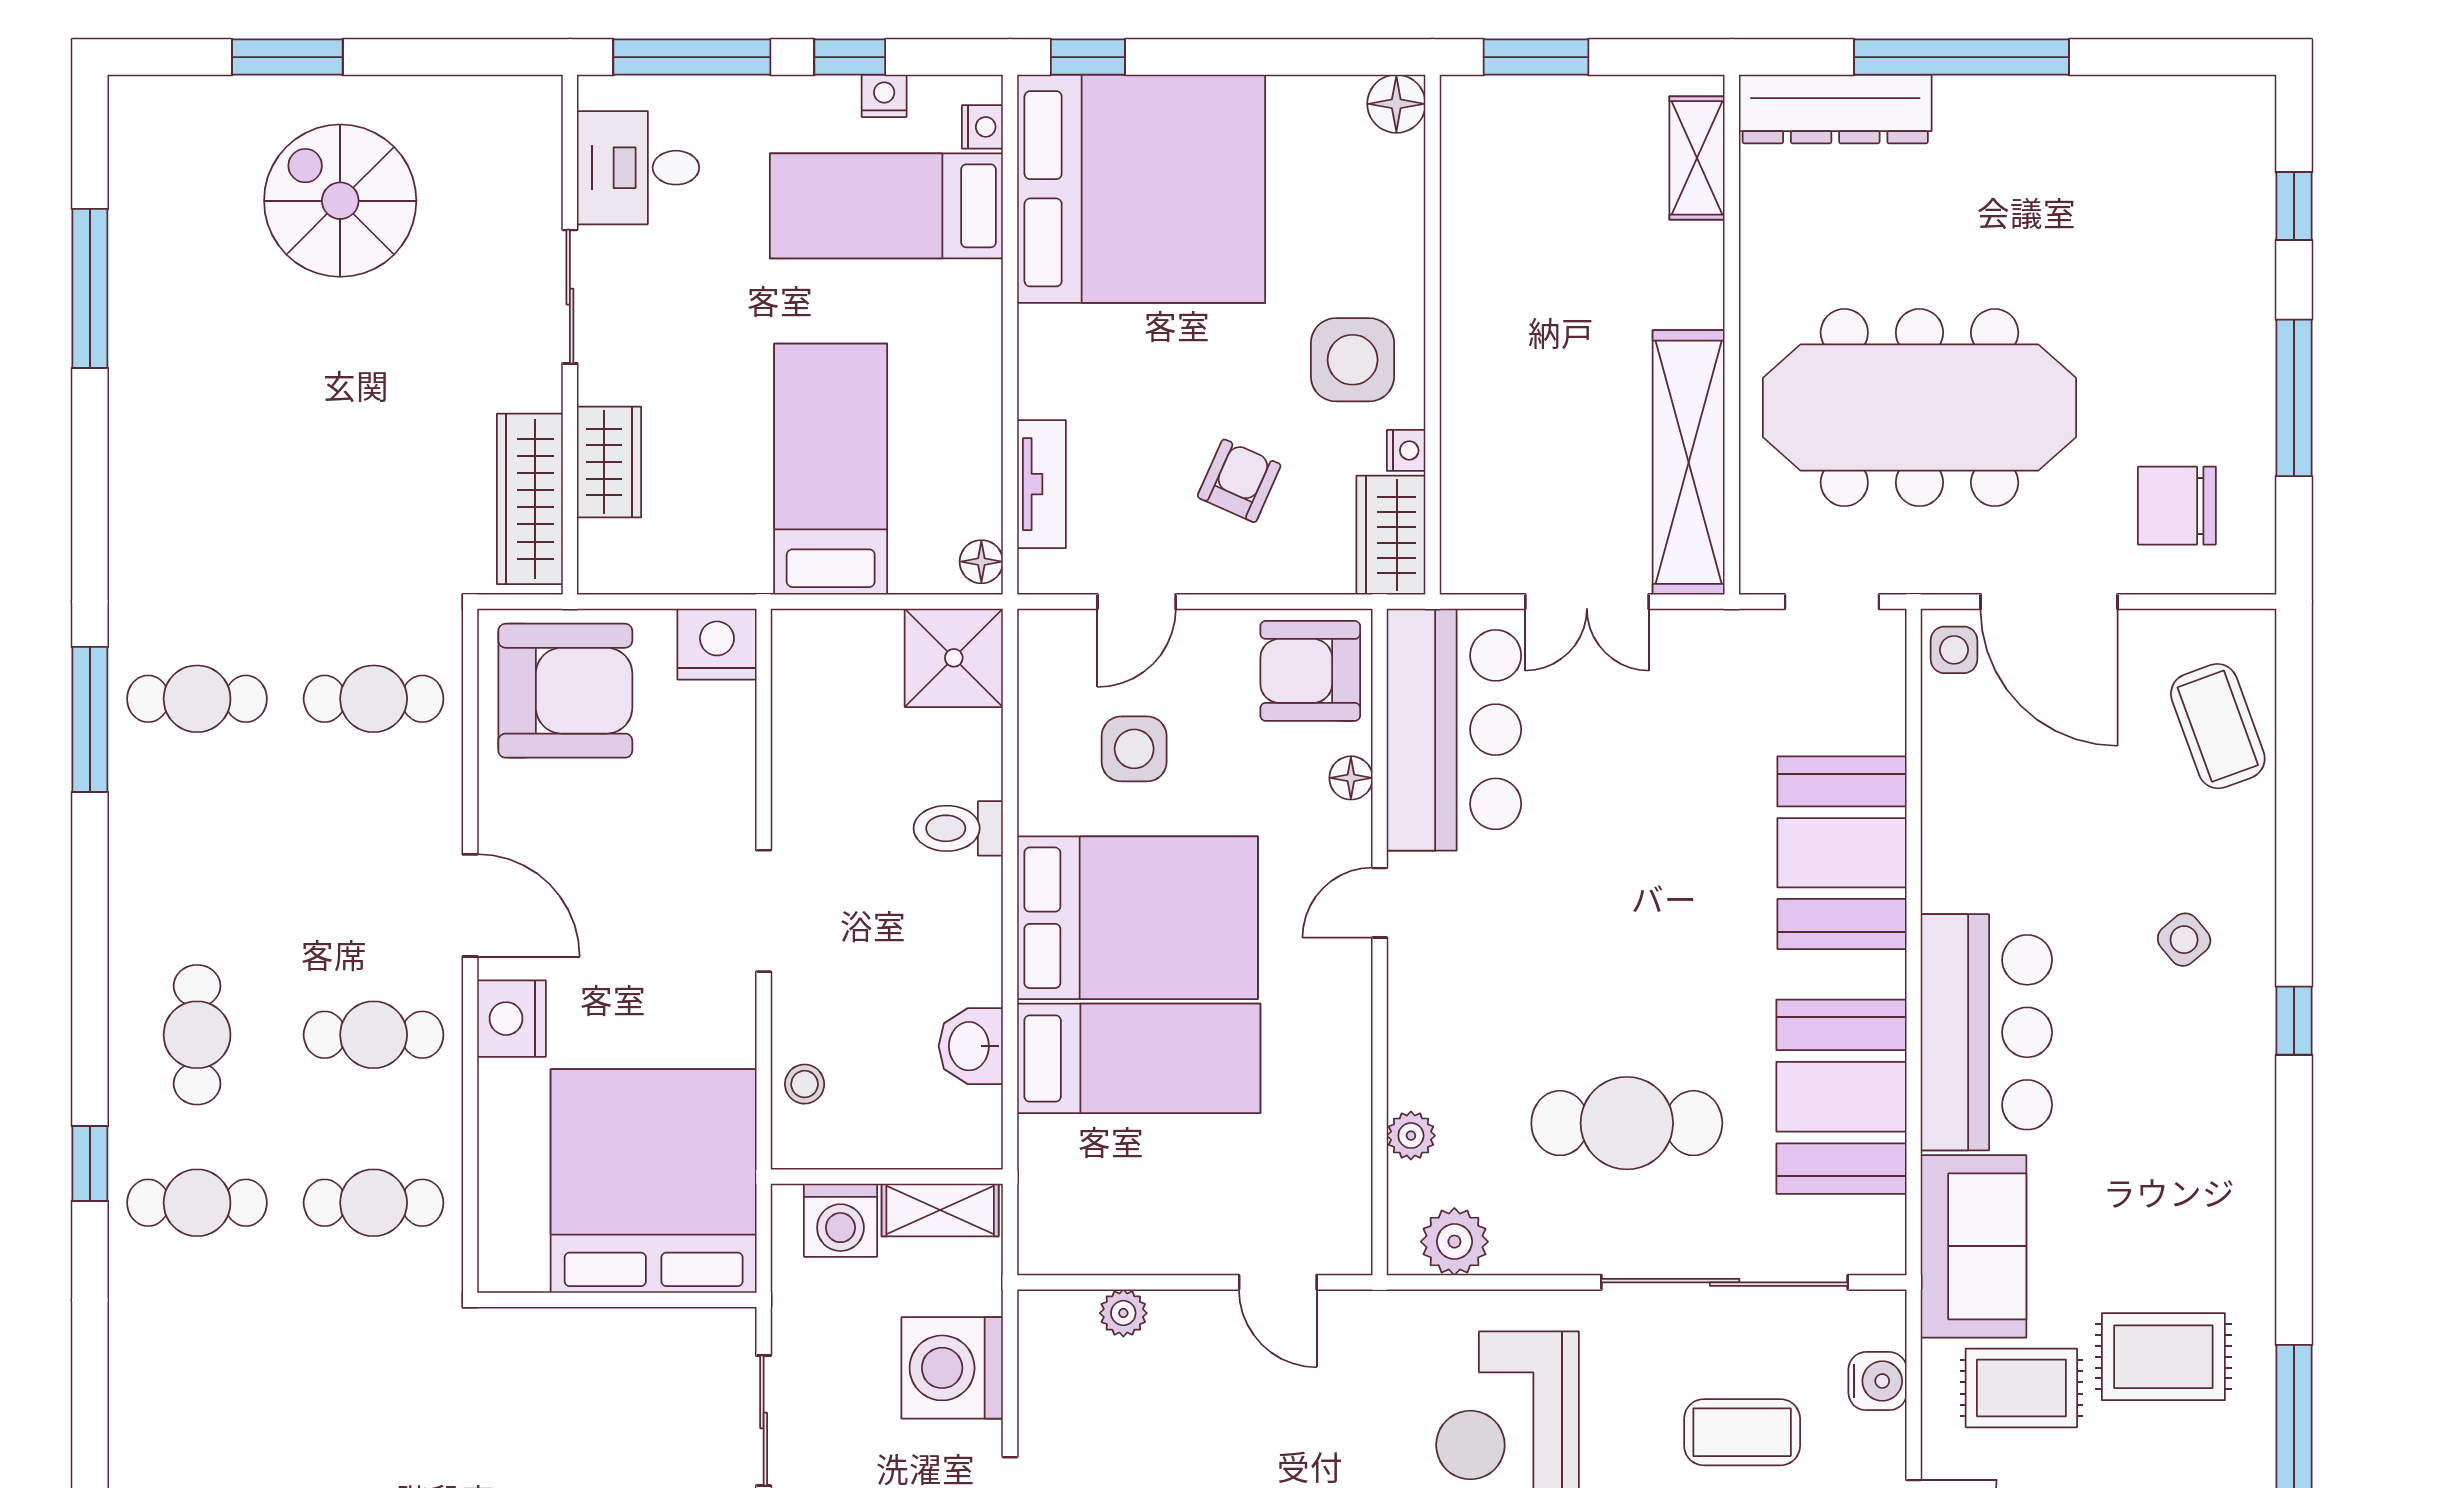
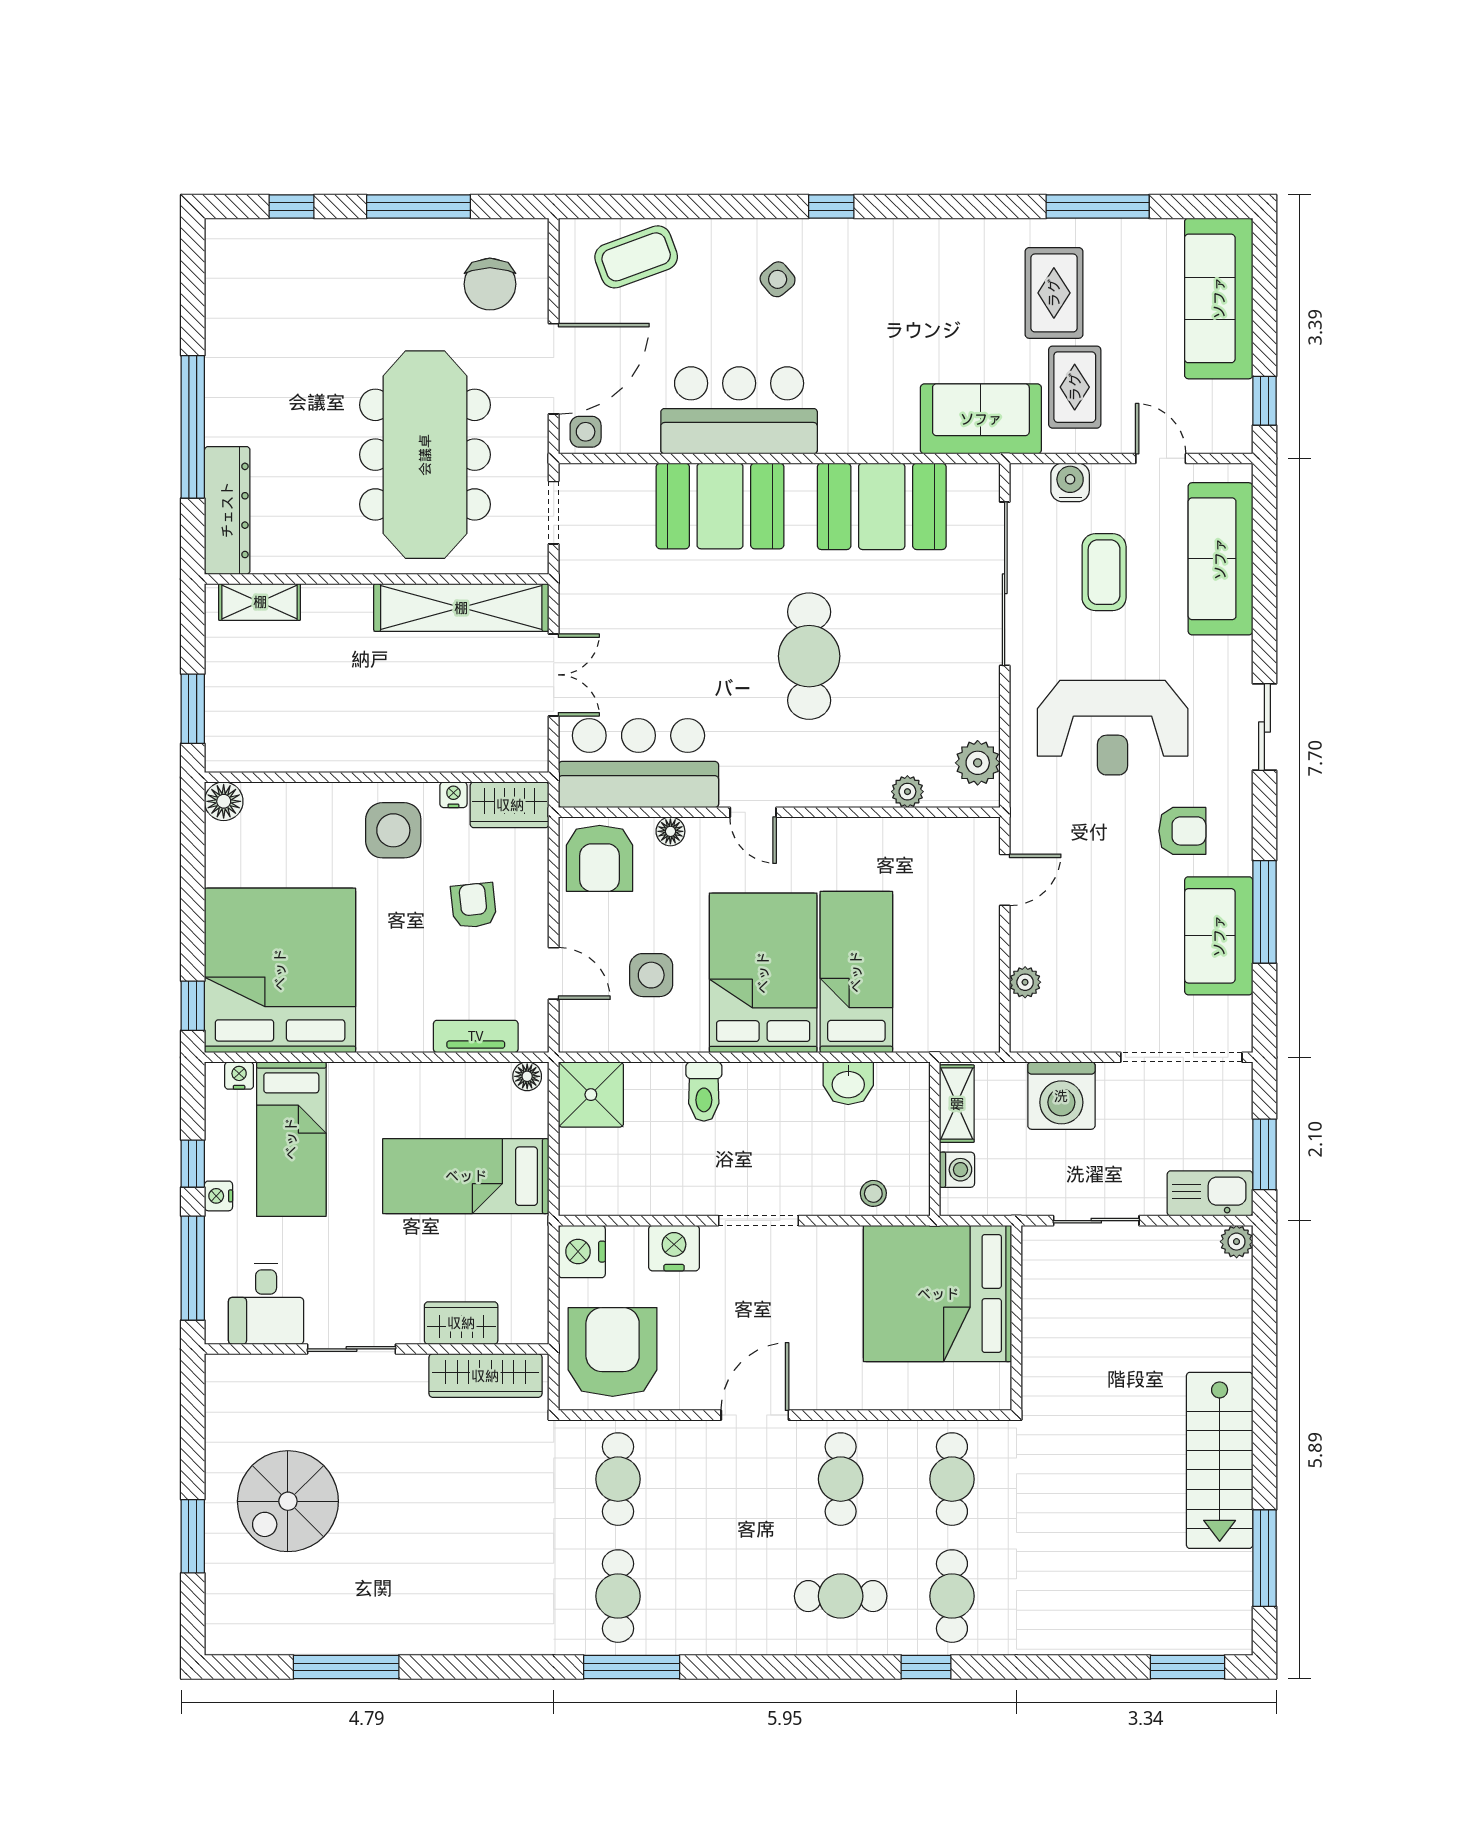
nightstand: (884, 96) -> (218, 1196), moved
armchair: (1239, 481) -> (474, 905), turned 60
nightstand: (512, 1019) -> (674, 1248), moved, turned 180
bar counter: (1986, 1032) -> (739, 410), moved
cafe table: (1627, 1123) -> (809, 656), moved
washing machine: (840, 1220) -> (957, 1170), width x0.73, depth x0.73

